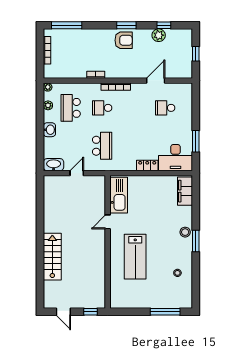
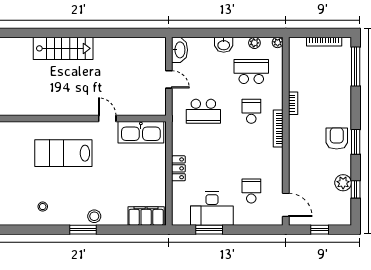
armchair: (124, 40) -> (337, 138), turned 180
door: (156, 81) -> (286, 205), moved
desk: (175, 158) -> (212, 209), moved, turned -90

